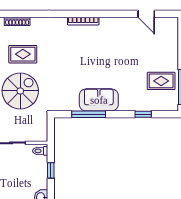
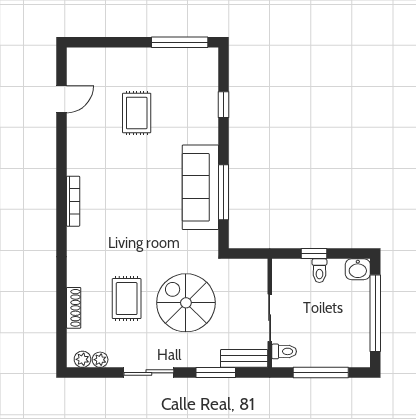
rug: (161, 81) -> (137, 113), moved
sofa: (99, 100) -> (200, 187), width x1.36
toilet: (40, 151) -> (319, 271), moved

